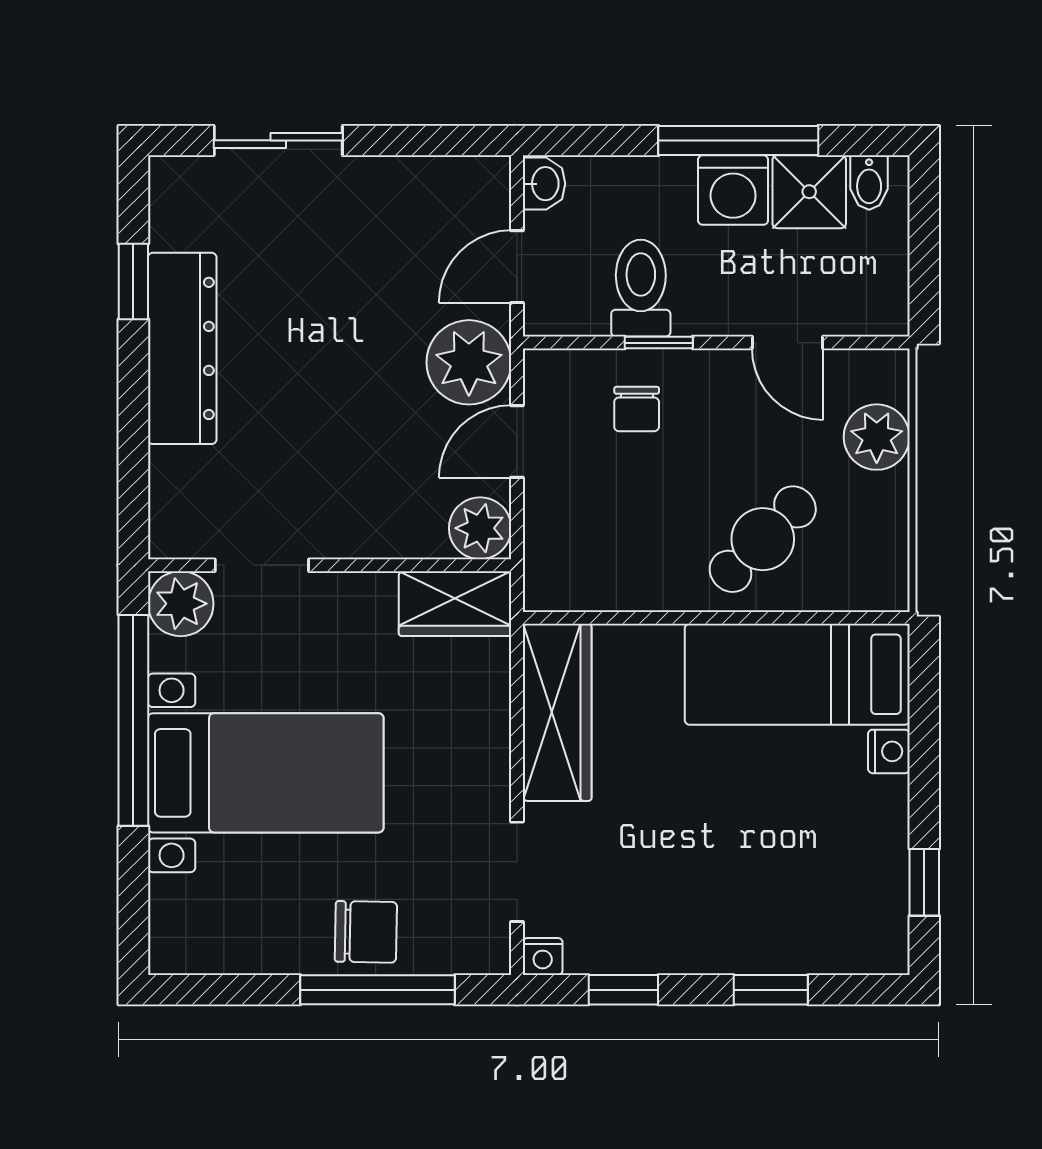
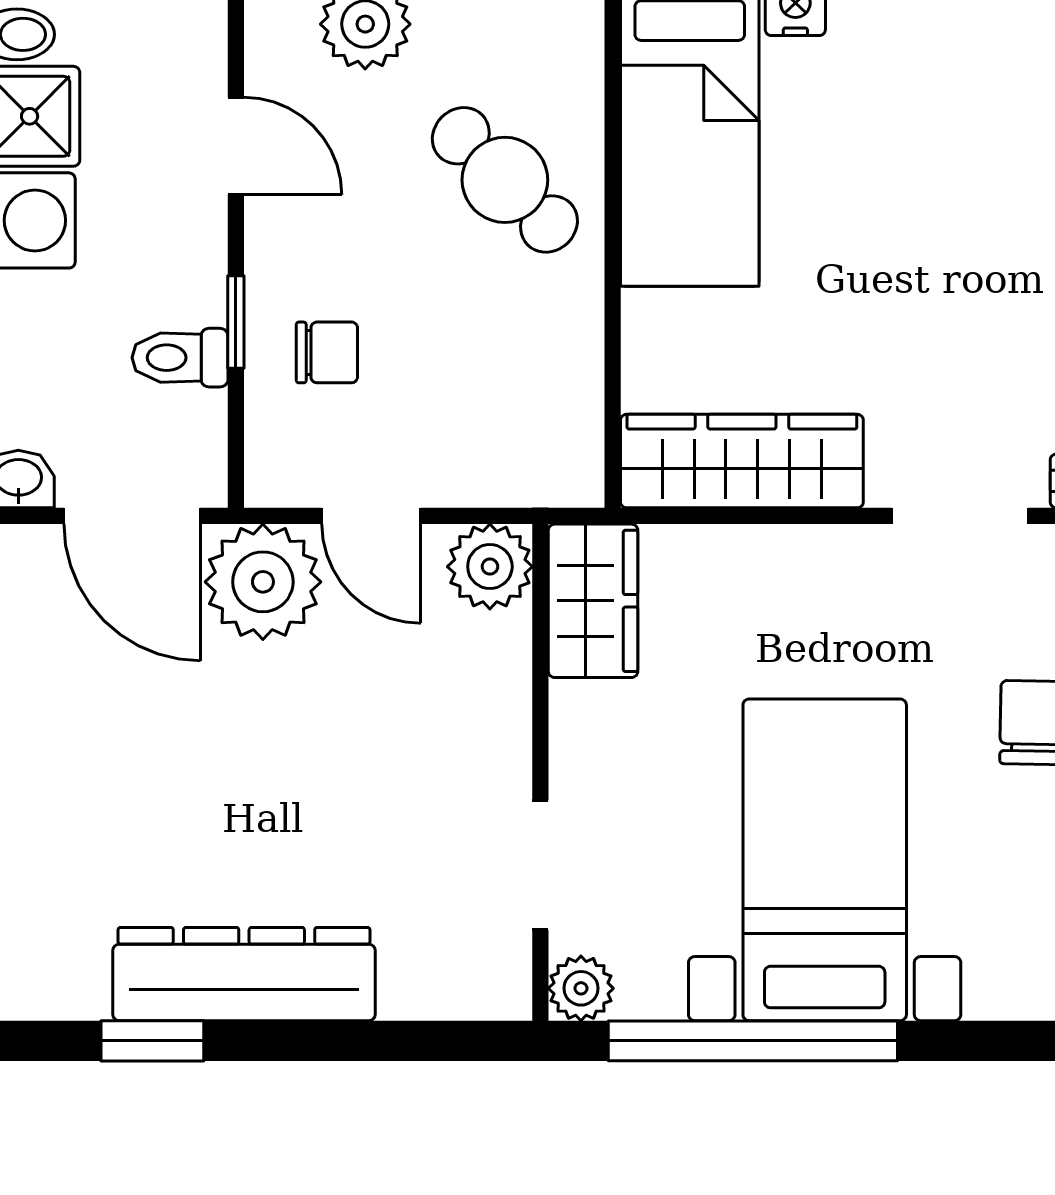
door: (517, 267) -> (132, 516), width x1.38
toilet: (641, 288) -> (180, 358), width x0.73, depth x0.72
door: (788, 343) -> (236, 146), hinge flipped
plant: (181, 604) -> (581, 988), width x0.73, depth x0.73

